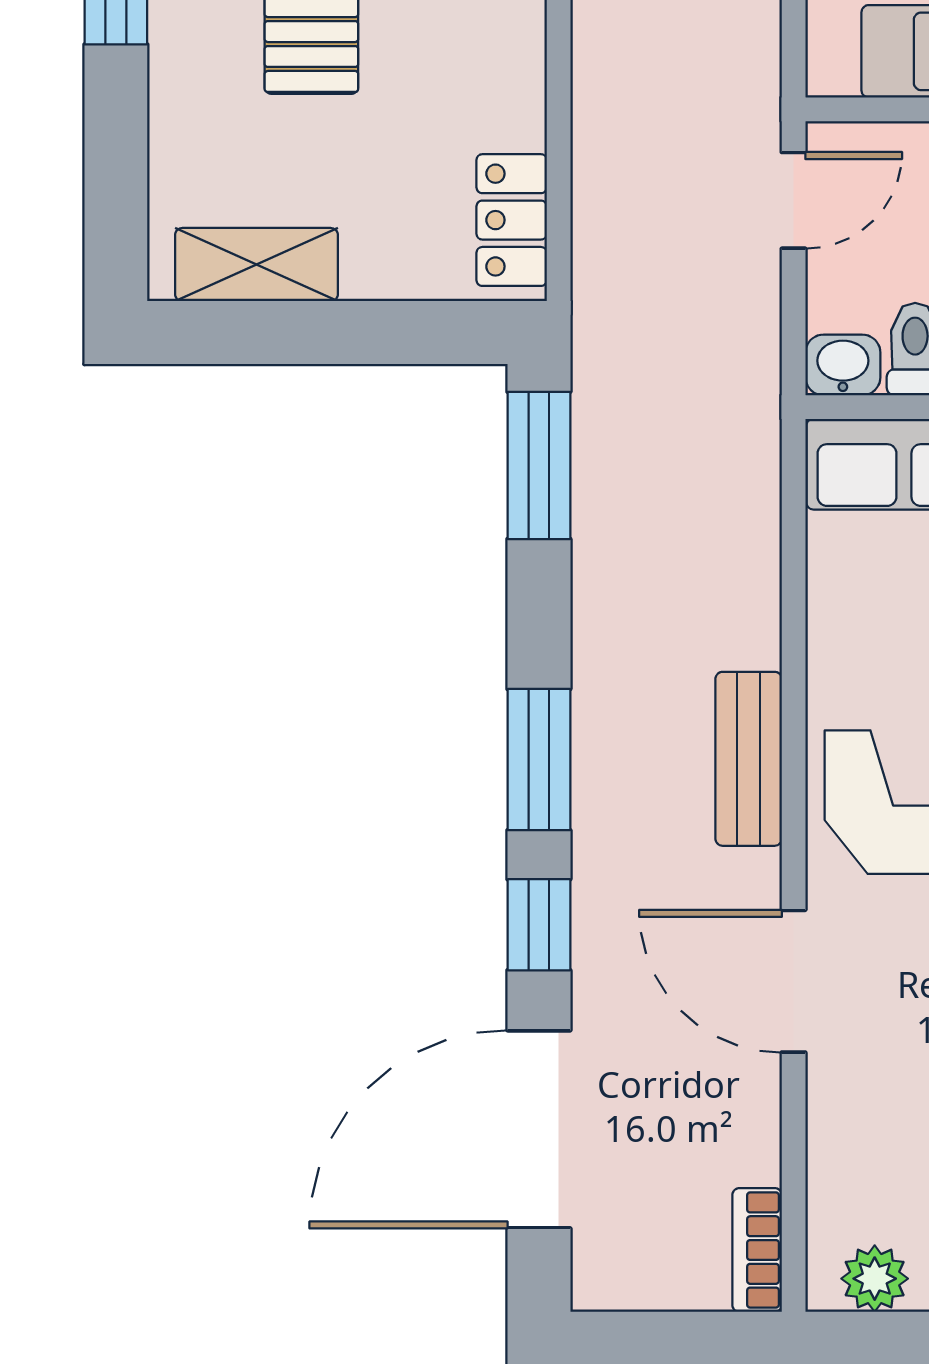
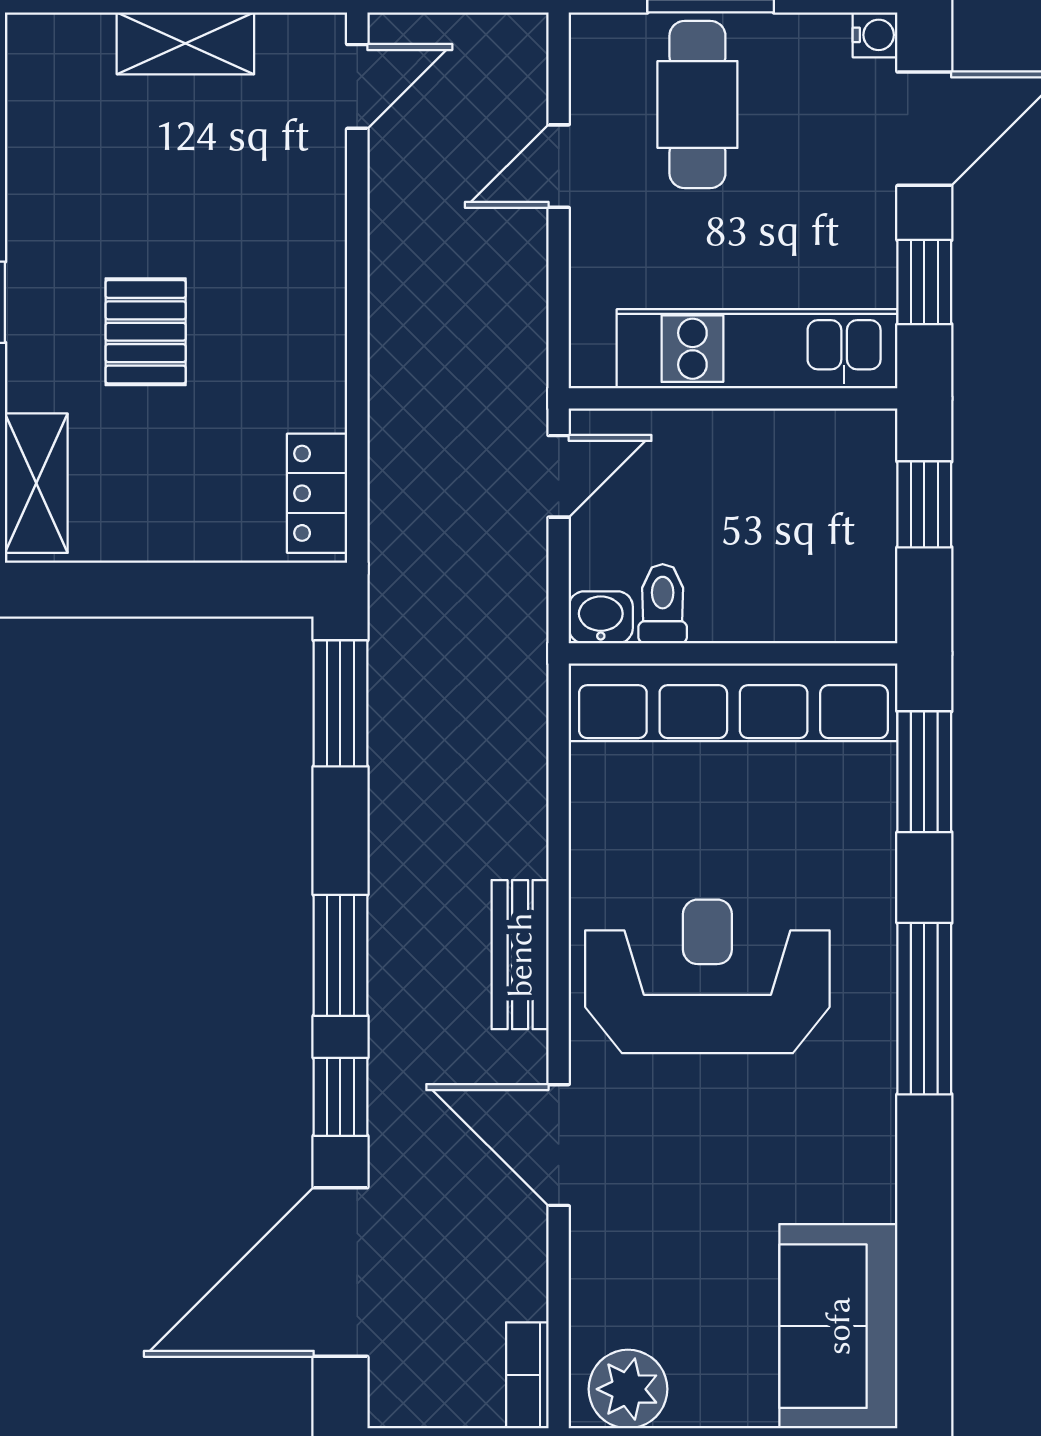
shelving: (256, 265) -> (36, 483), moved, turned 90
plant: (875, 1279) -> (628, 1389), width x1.38, depth x1.38

